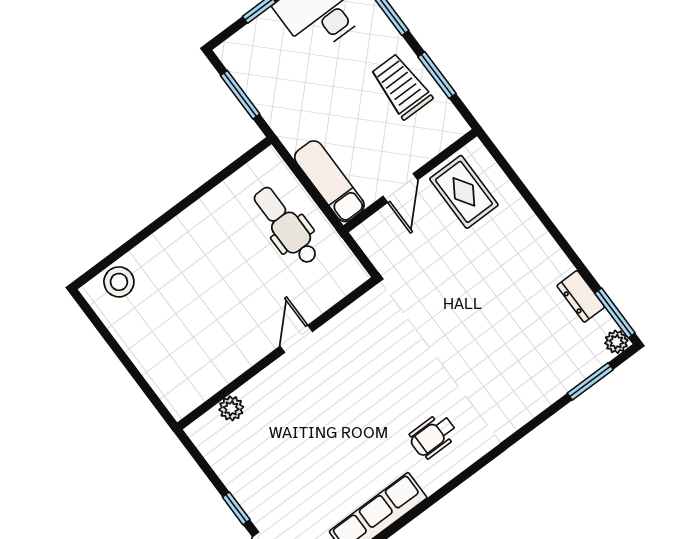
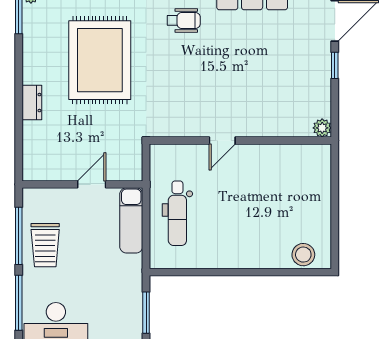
window: (437, 75) -> (19, 236), width x1.44
rug: (464, 192) -> (100, 60), moved, width x1.86, depth x2.06
dresser: (581, 296) -> (32, 103), moved
plant: (231, 408) -> (322, 128), moved

